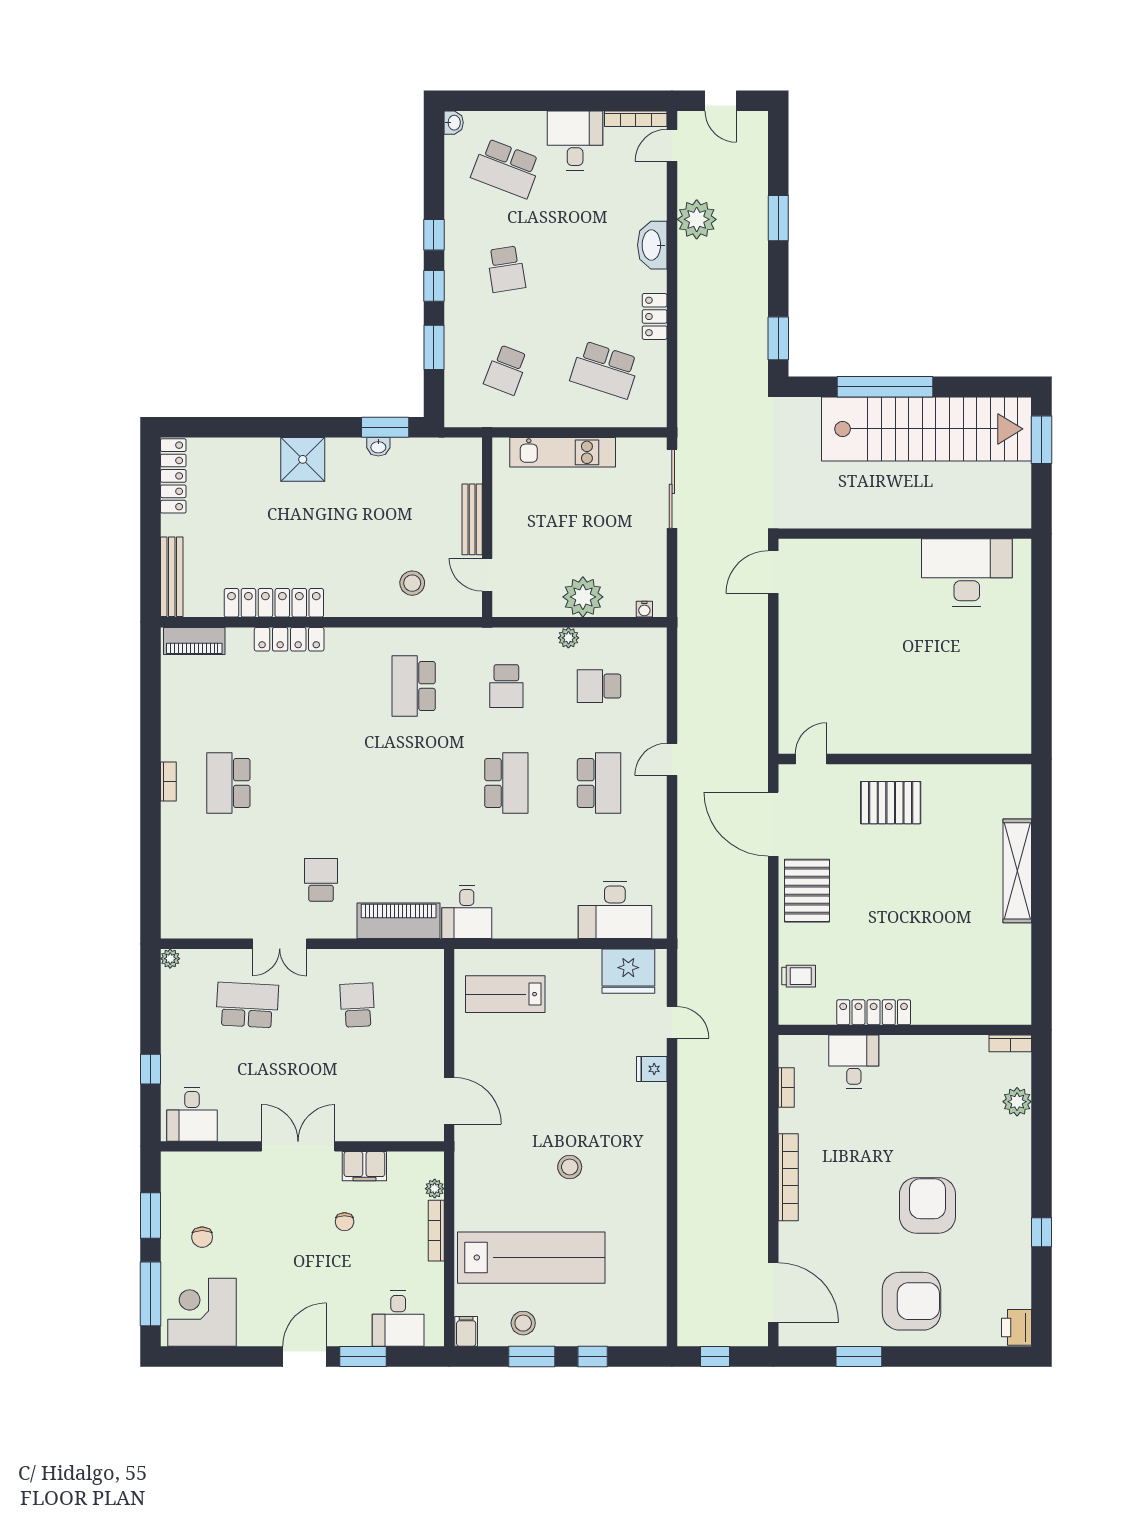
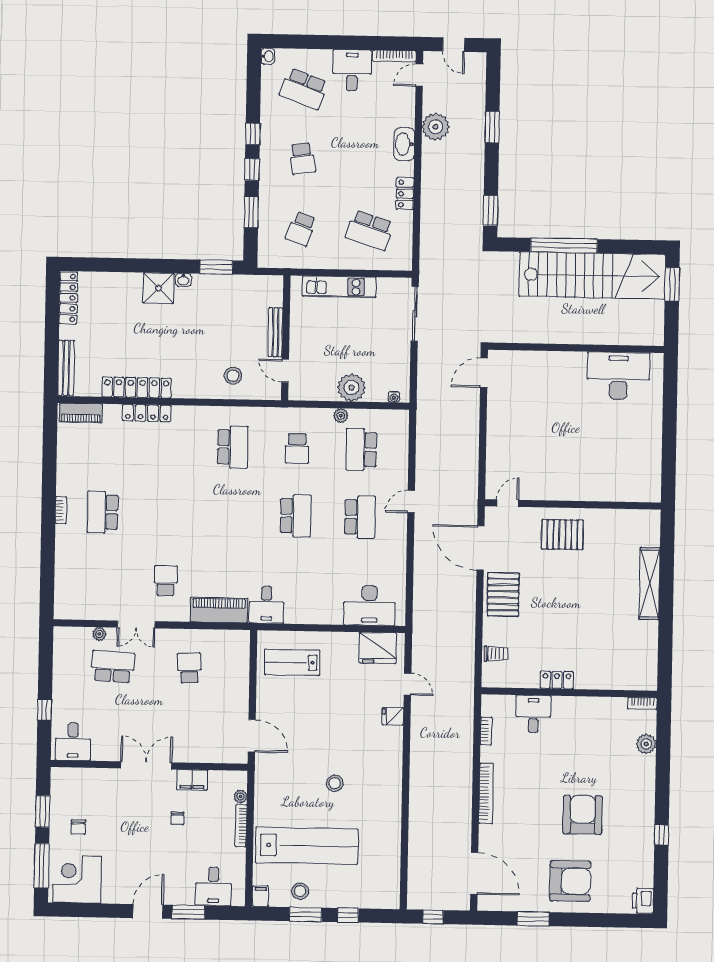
washbasin: (378, 447) -> (183, 280), moved
school desk: (414, 686) -> (233, 447), turned 180
school desk: (599, 686) -> (361, 450), width x1.85
plant: (170, 959) -> (99, 634), moved
locker: (874, 1012) -> (557, 680), width x0.66

